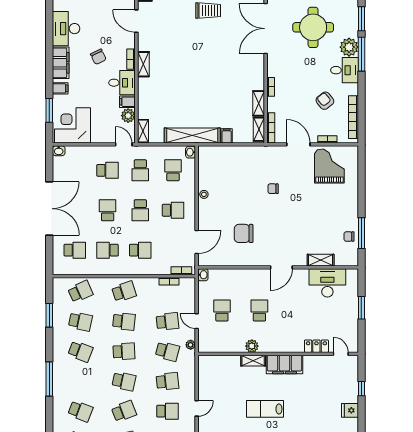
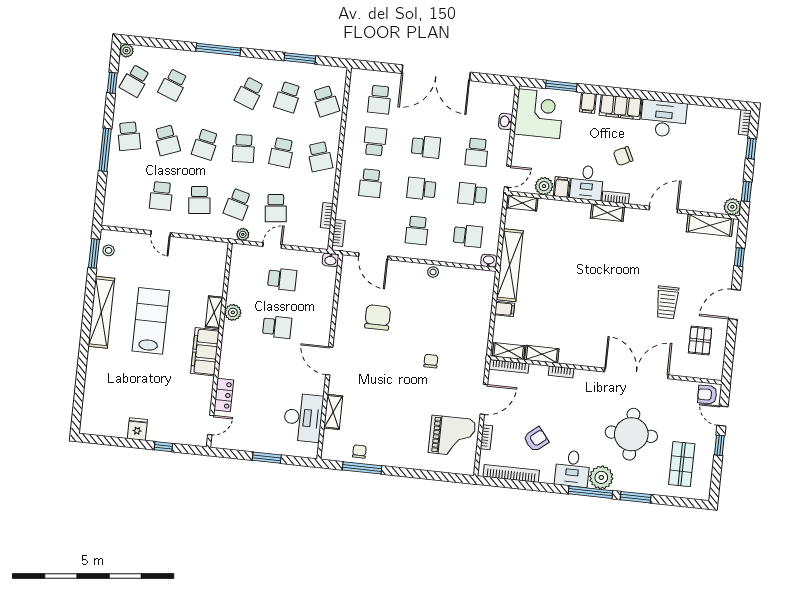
washbasin: (59, 151) -> (505, 121), moved
lab bench: (265, 409) -> (151, 321), width x1.36, depth x1.39

